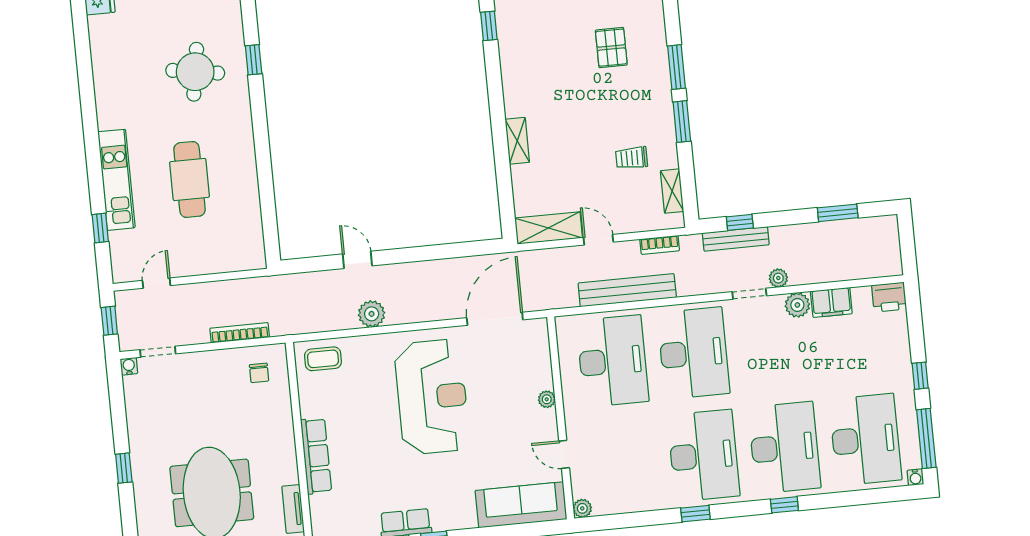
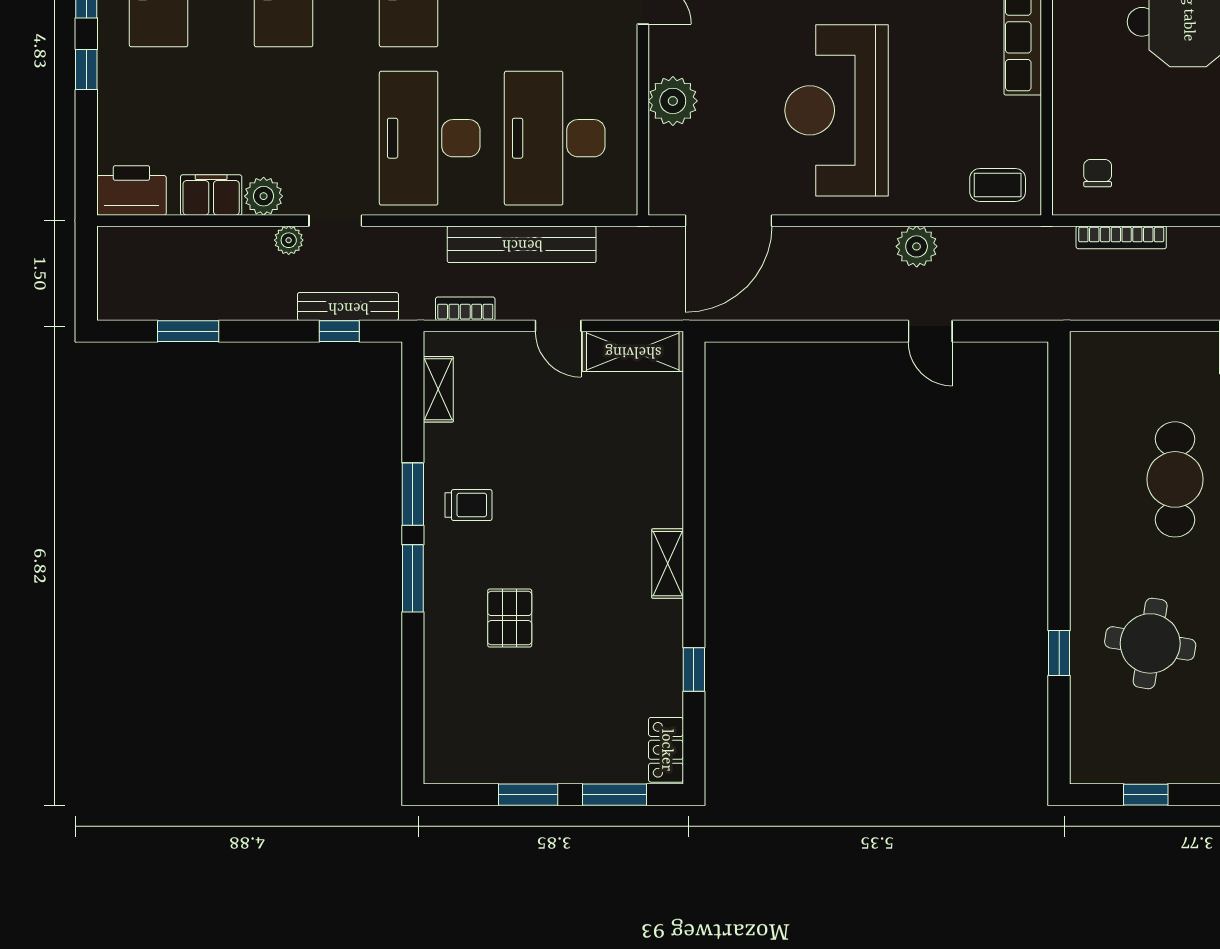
shelving: (517, 141) -> (668, 564), moved
trolley: (632, 158) -> (468, 505), moved
printer: (889, 297) -> (131, 190), width x1.37, depth x1.19
plant: (547, 399) -> (673, 101), width x1.88, depth x1.88

